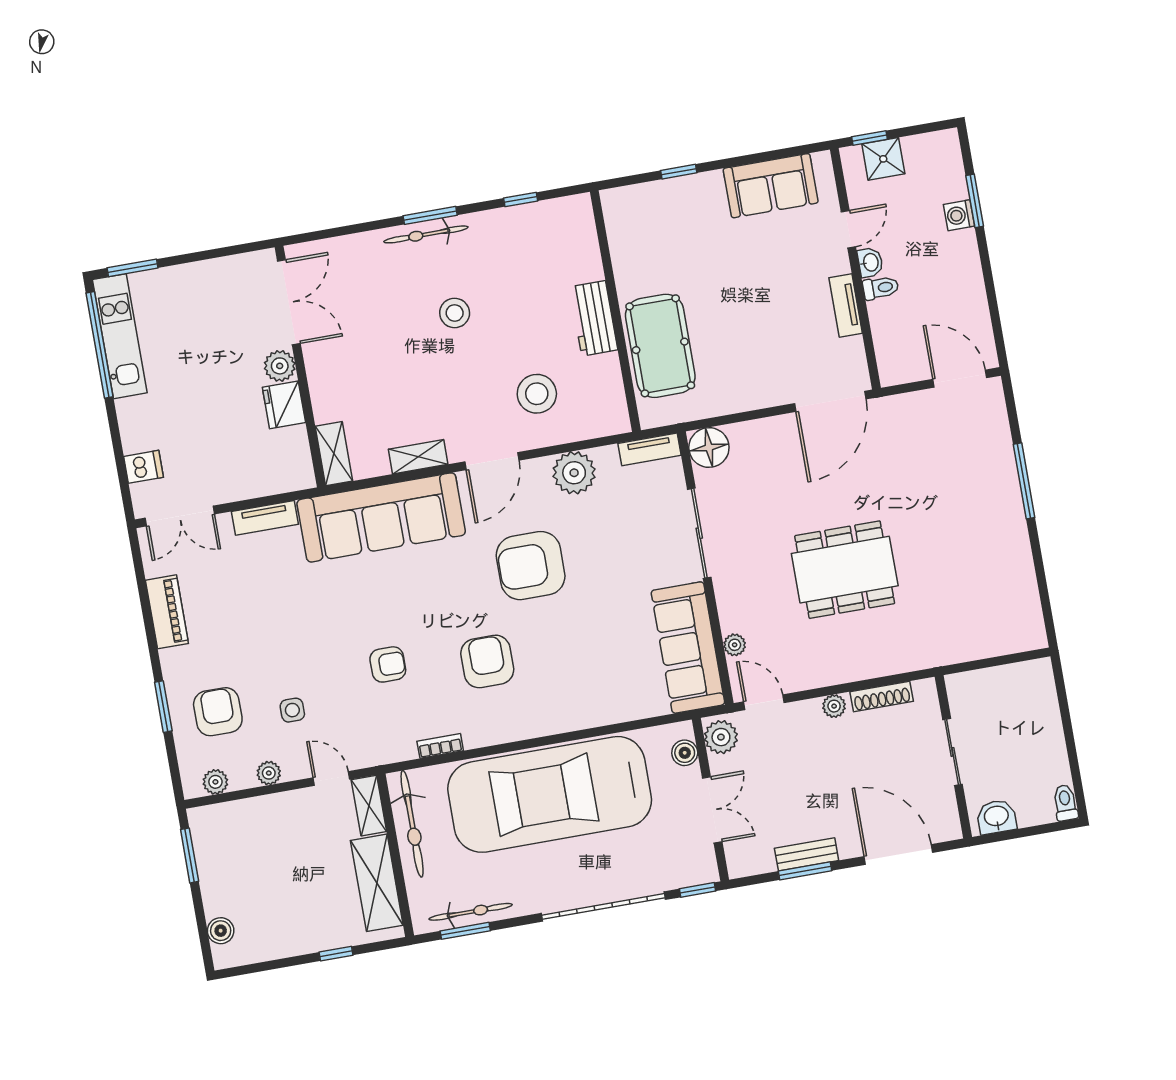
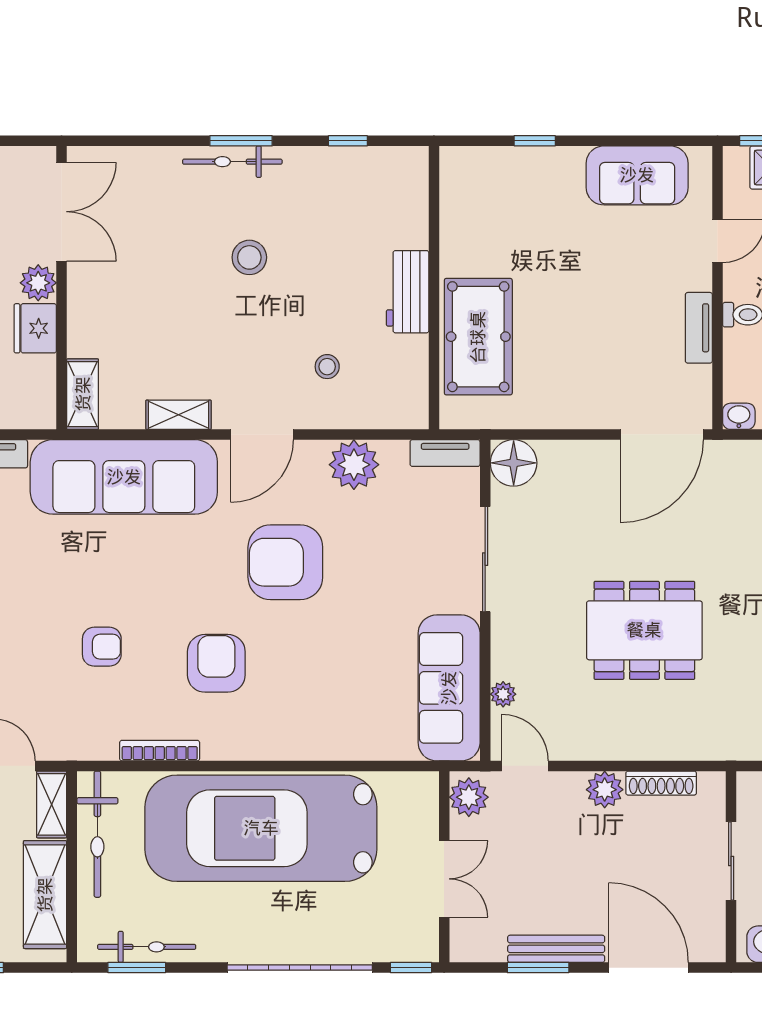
washbasin: (870, 262) -> (739, 416), moved, turned -90
stool: (537, 394) -> (327, 367), width x0.53, depth x0.53
plant: (834, 706) -> (605, 790), width x1.38, depth x1.38
bookcase: (440, 746) -> (160, 751), width x1.56
boiler: (685, 753) -> (424, 808), removed
bench: (807, 854) -> (556, 949), width x1.36

